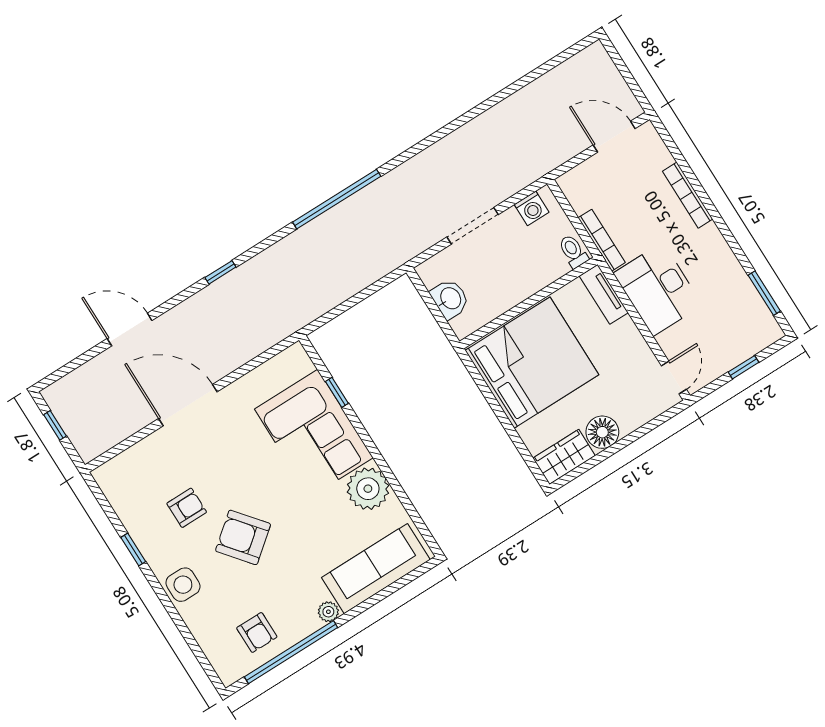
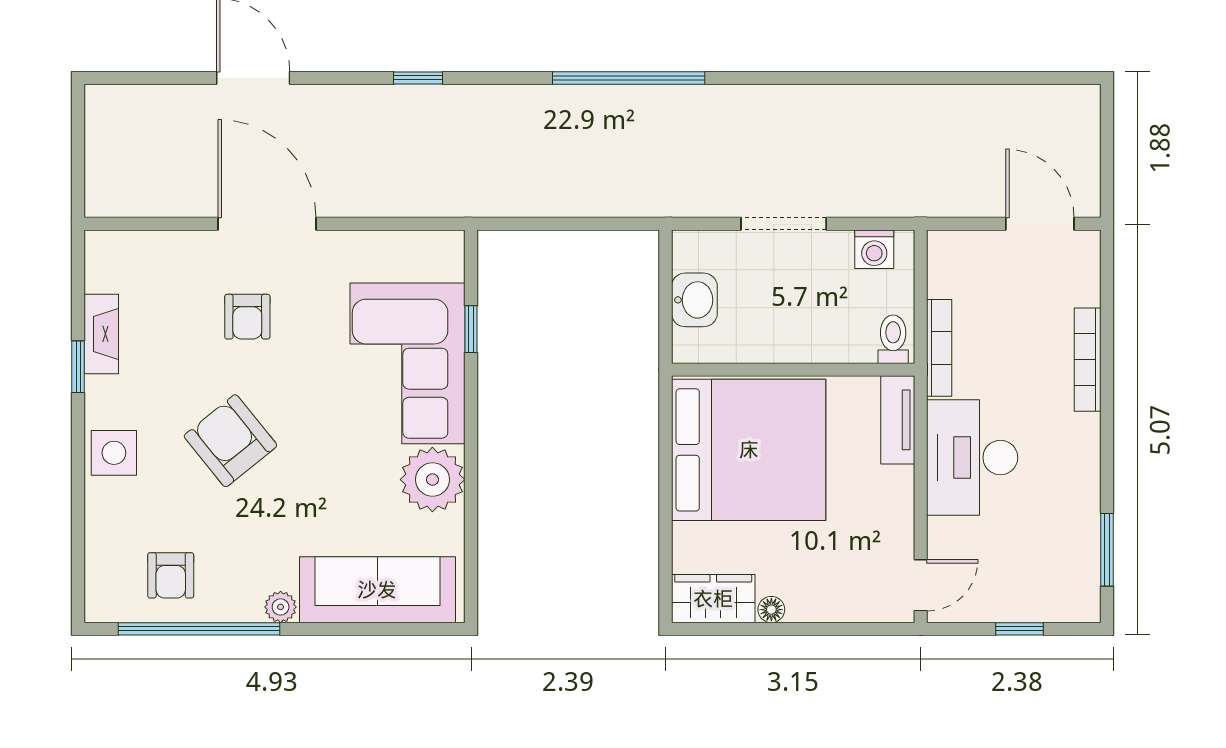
window: (55, 425) -> (78, 141), removed
floor lamp: (602, 432) -> (771, 610), width x0.53, depth x0.53
armchair: (187, 508) -> (247, 317), moved, turned 90
fireplace: (135, 523) -> (101, 334), added

